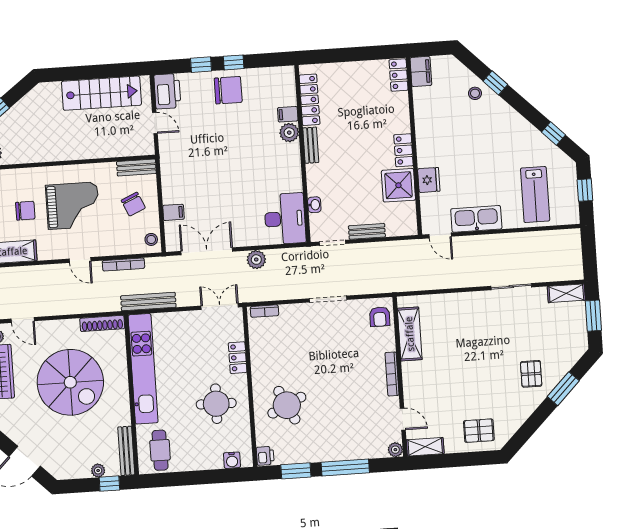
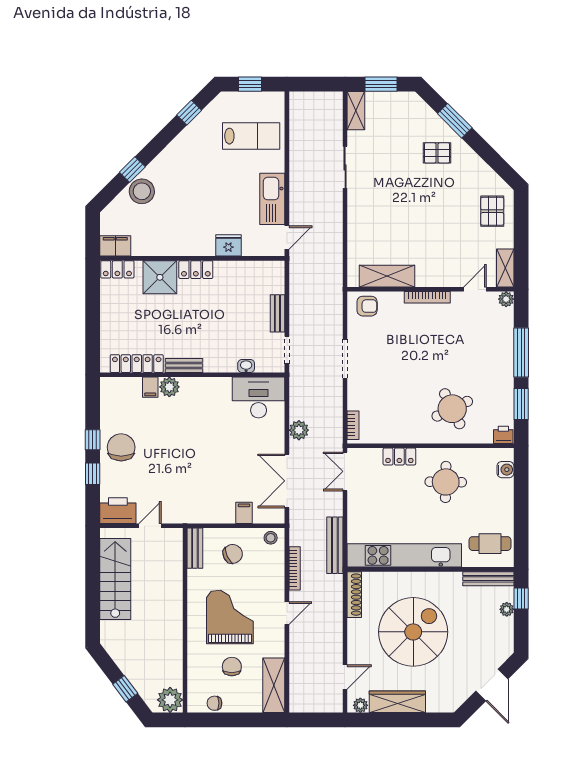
stool: (475, 93) -> (142, 191), width x1.89, depth x1.89
shower: (398, 185) -> (160, 277), moved

